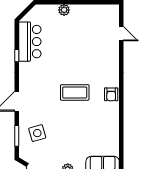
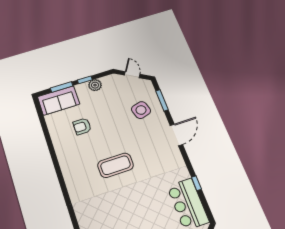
armchair: (111, 94) -> (82, 126), moved, turned -90

